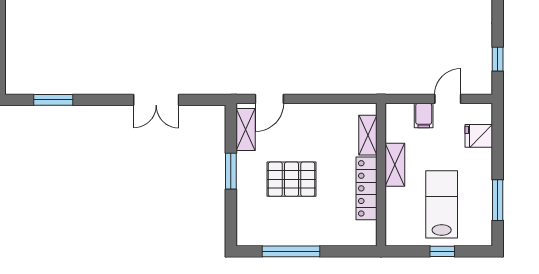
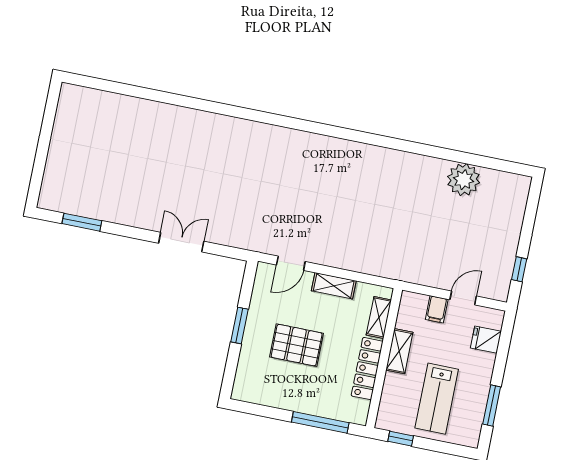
double door: (156, 100) -> (181, 242), swing flipped
shelving: (246, 129) -> (334, 286), moved, turned 90
lab bench: (442, 204) -> (437, 399), turned 180
window: (291, 251) -> (320, 422), moved
window: (442, 251) -> (401, 439), moved

